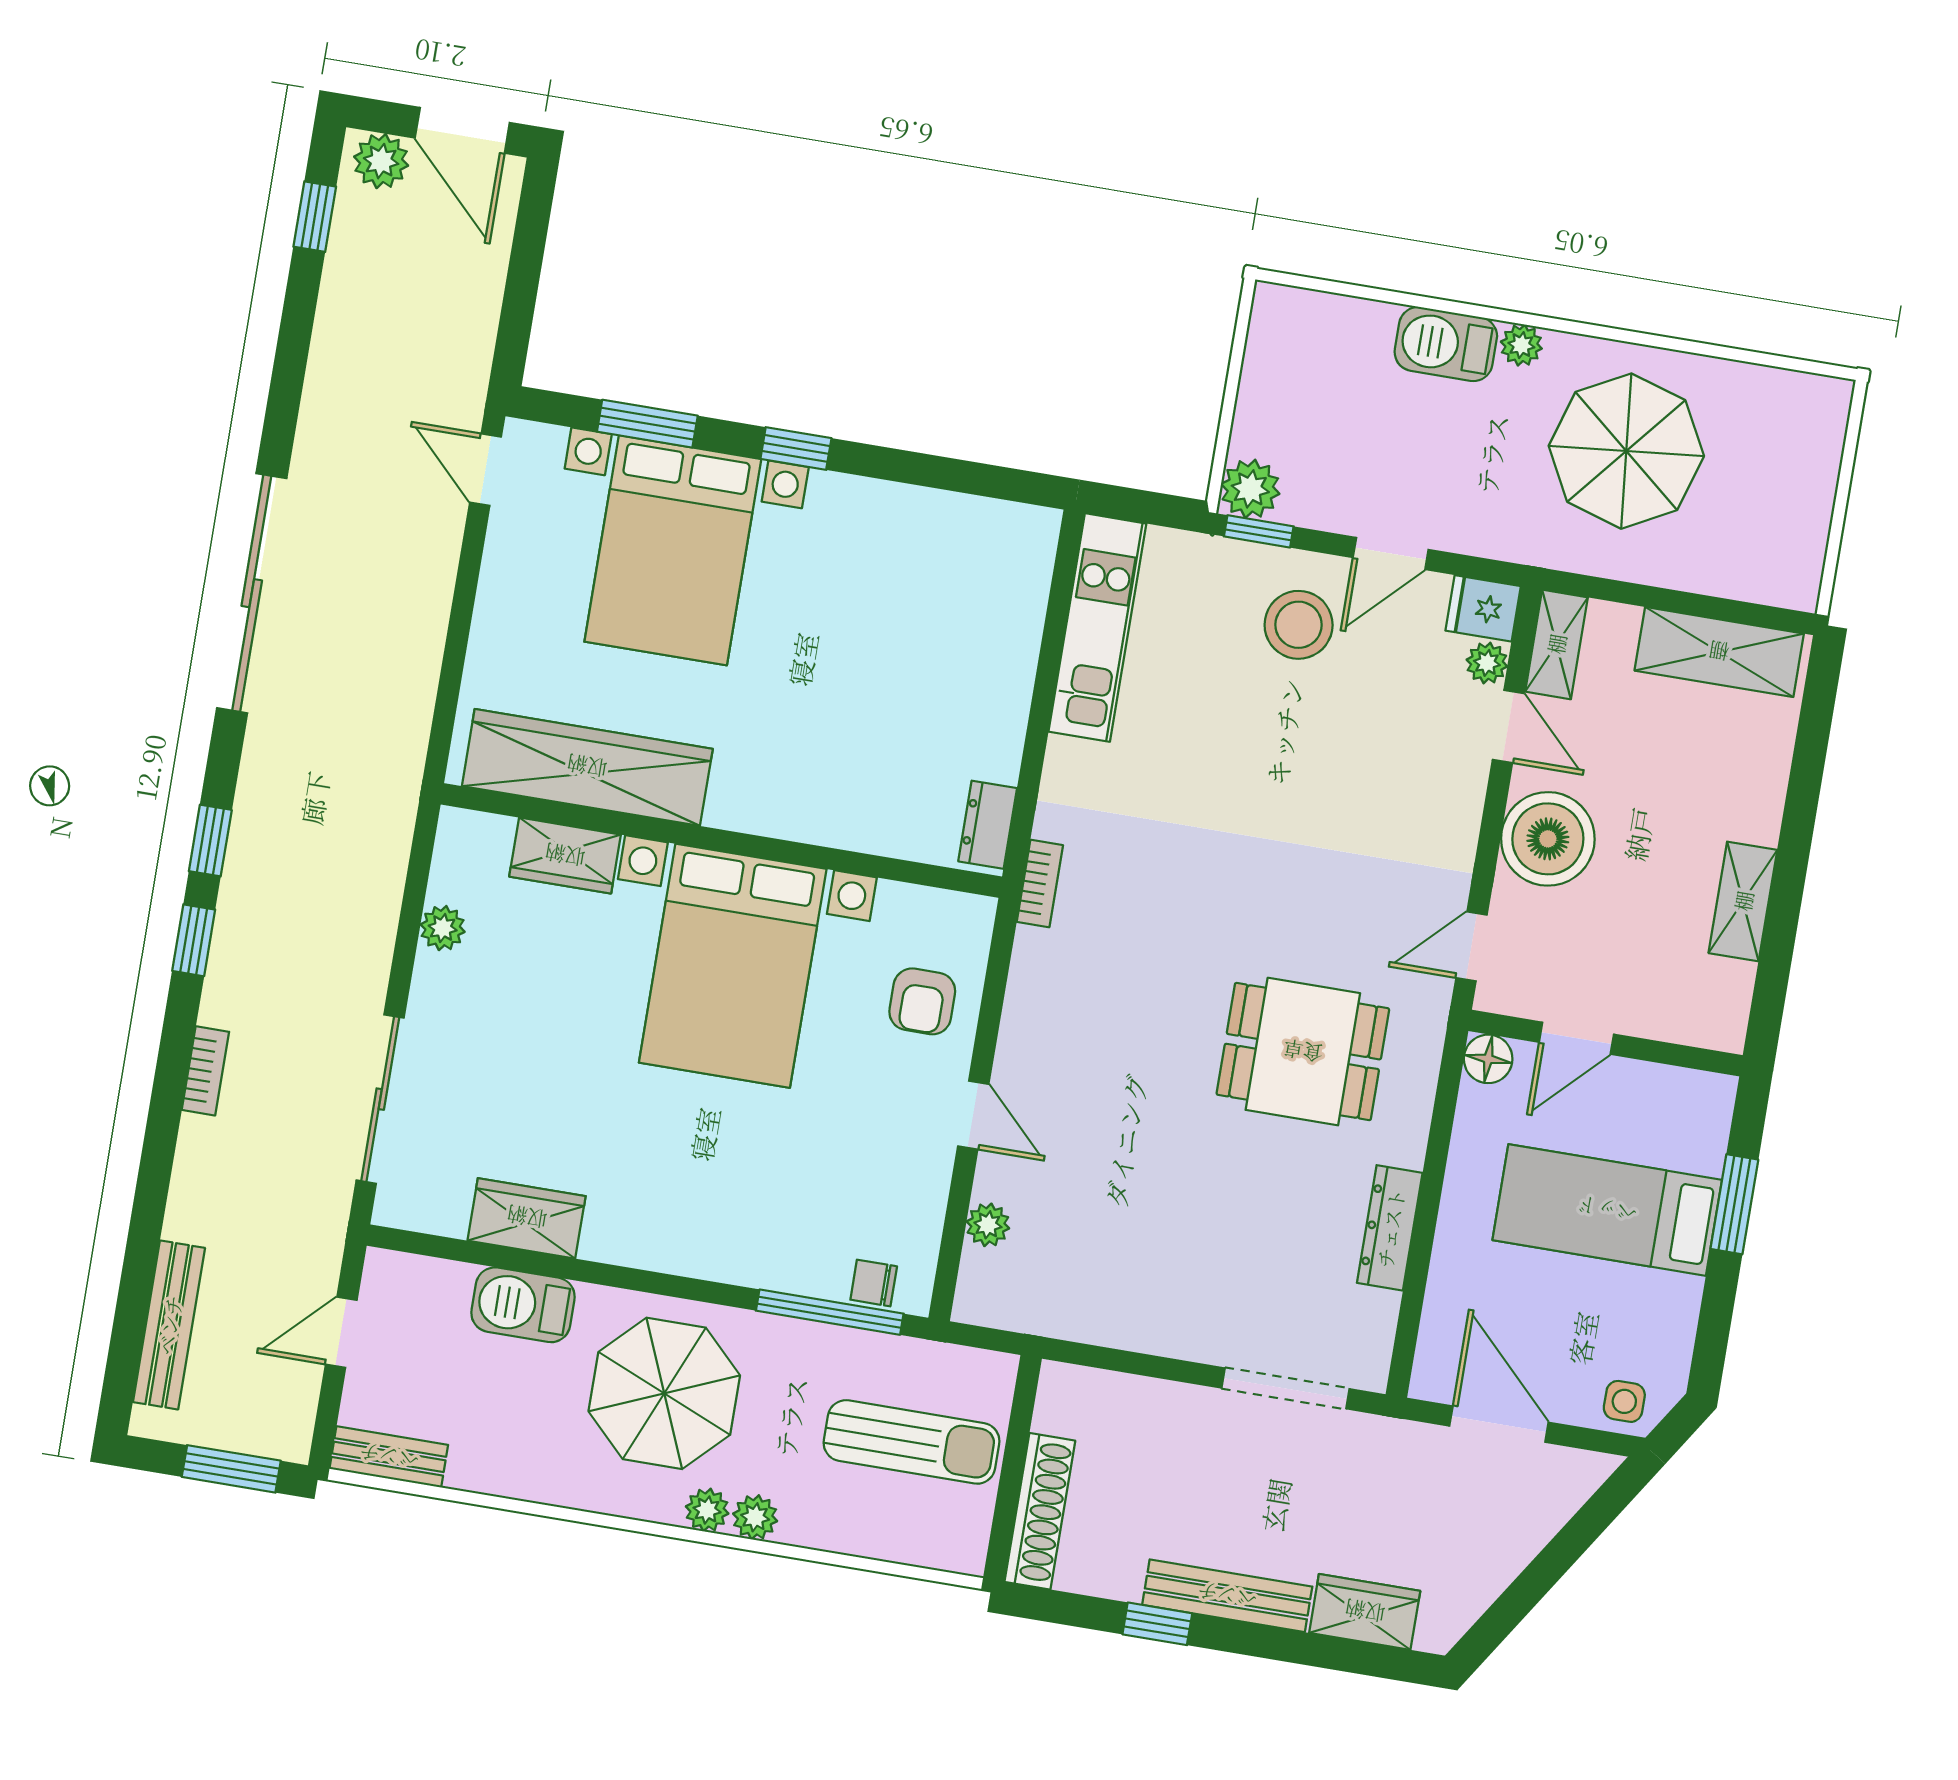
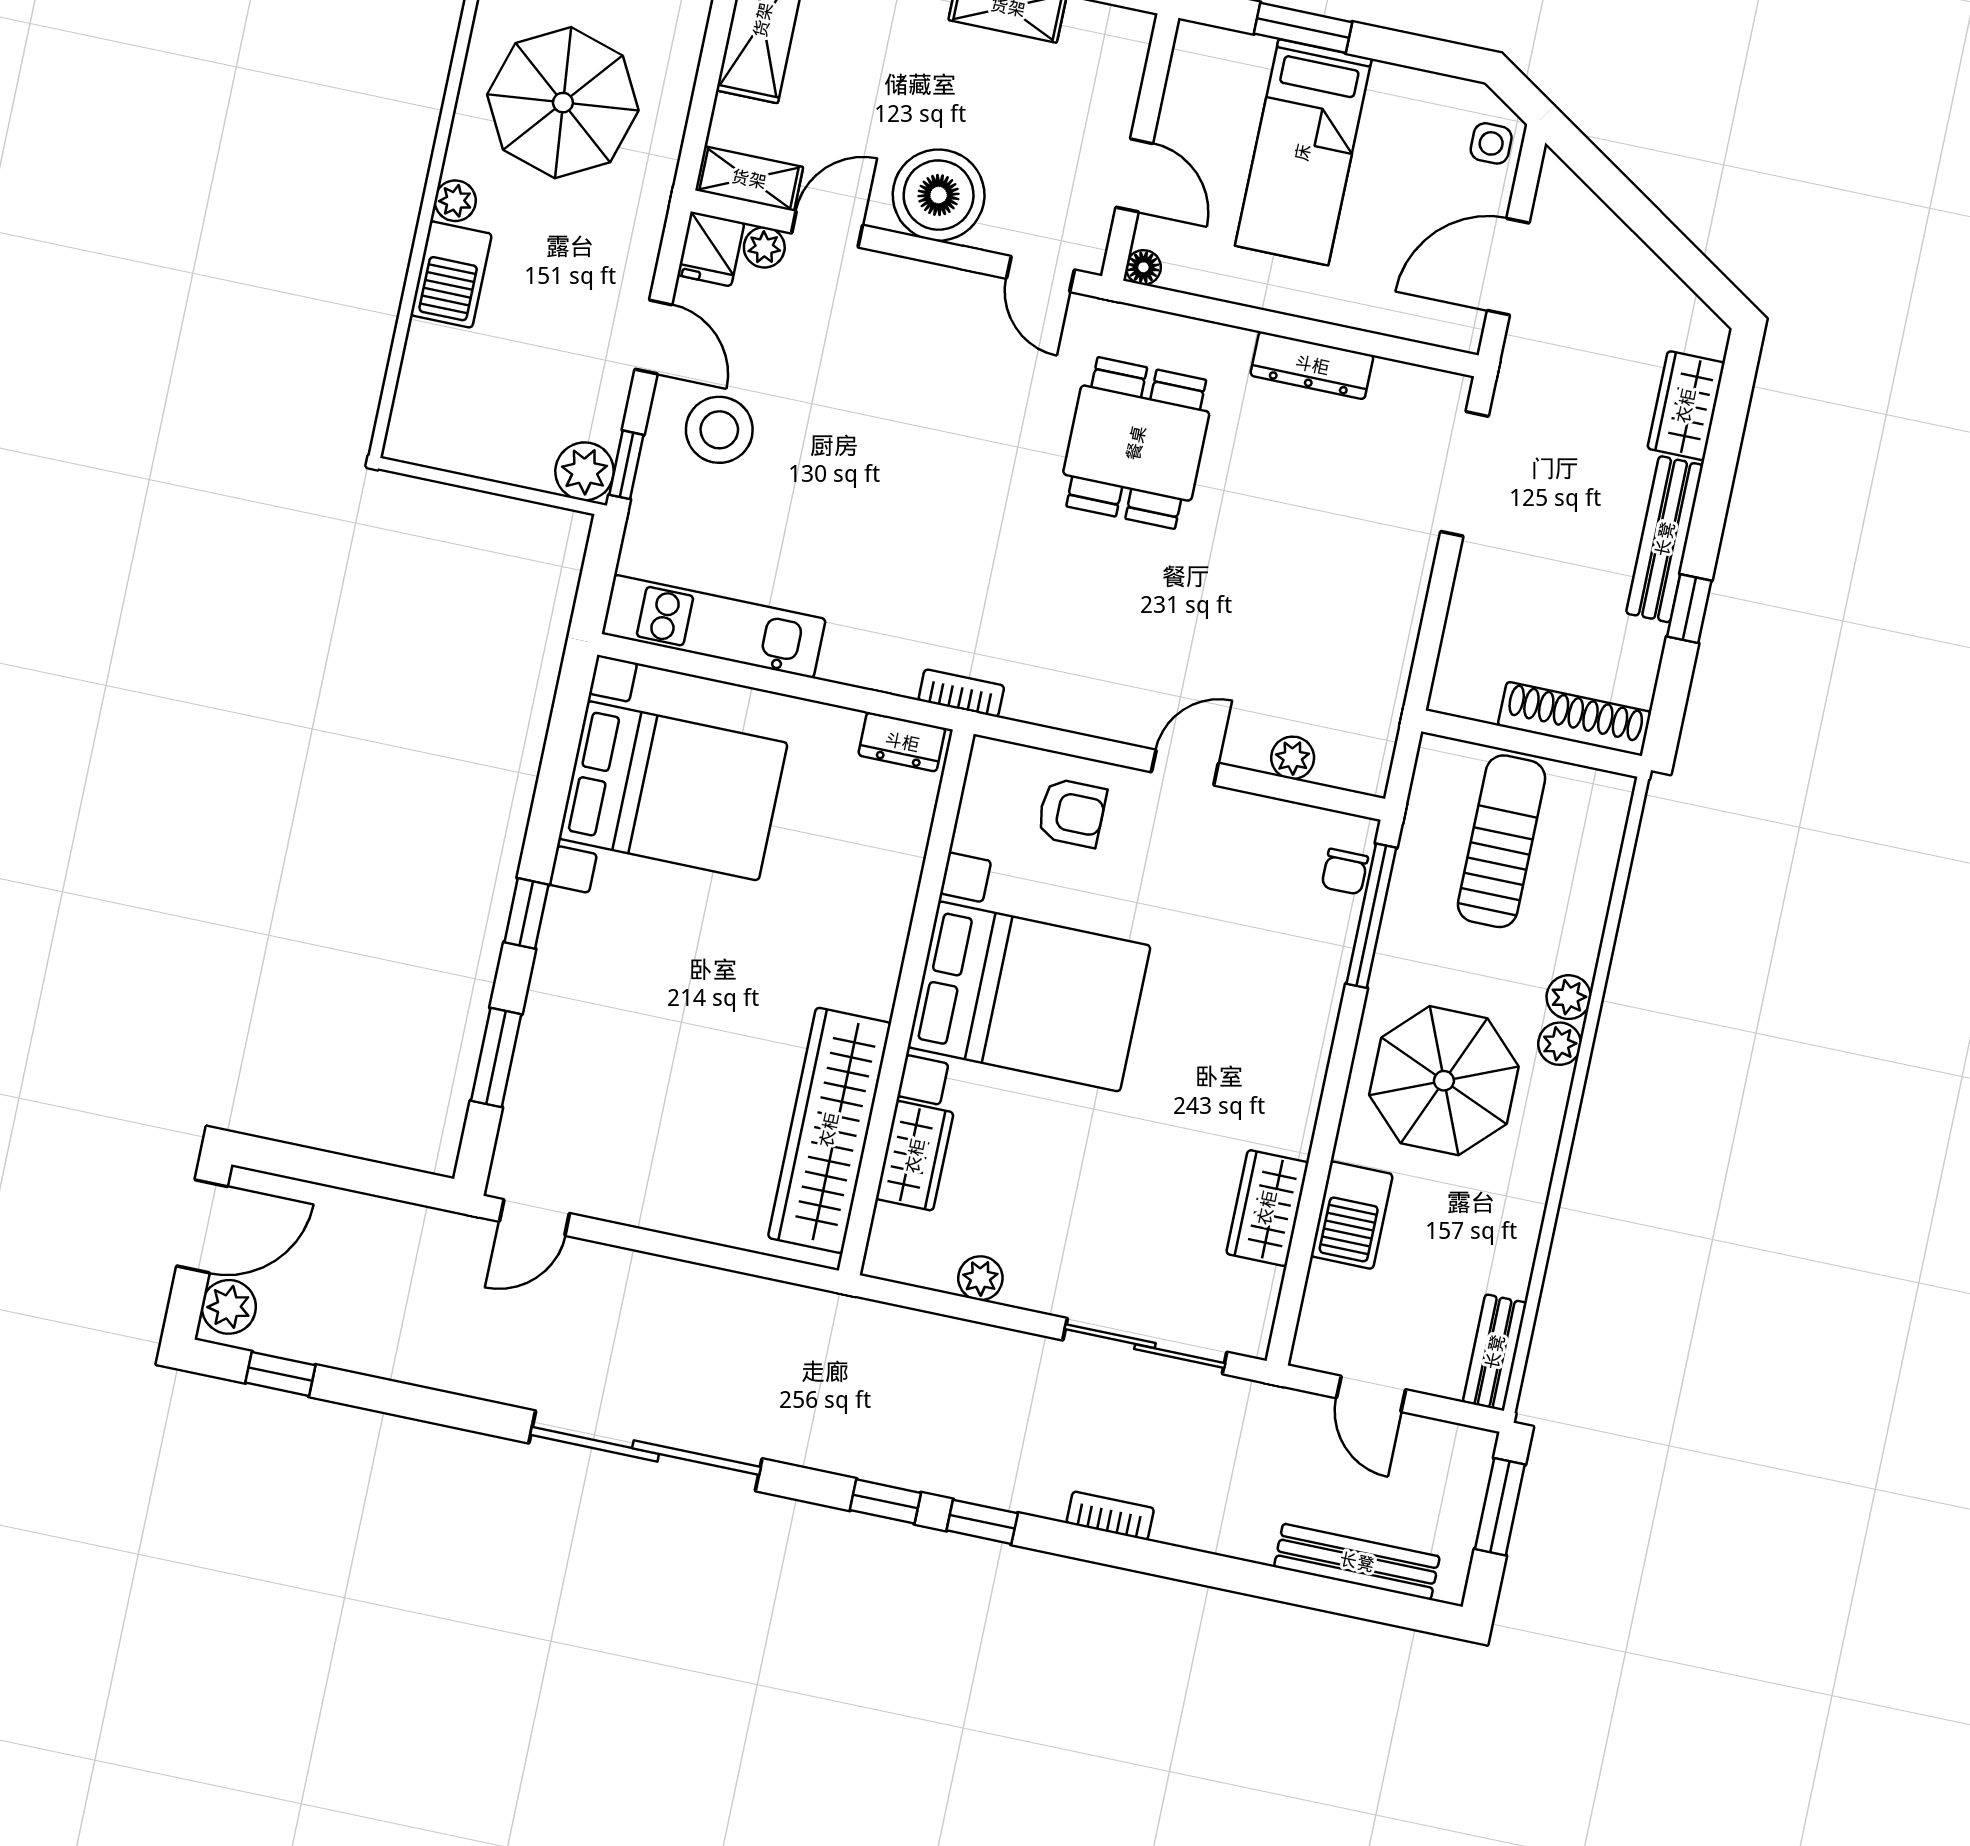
bed with nightstands: (673, 550) -> (673, 791), moved
floor lamp: (1488, 1059) -> (1143, 267), width x0.73, depth x0.73

